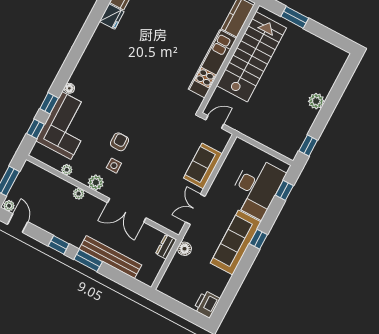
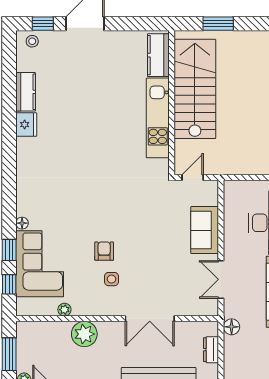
plant: (96, 182) -> (102, 307), removed
plant: (79, 194) -> (84, 334), width x1.87, depth x1.87
dresser: (166, 247) -> (211, 350), moved

